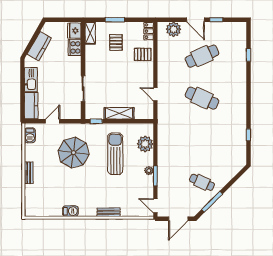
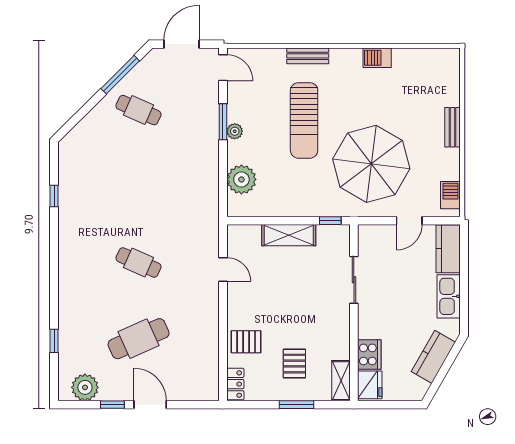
plant: (174, 29) -> (85, 387), moved
cafe table: (202, 98) -> (139, 262), width x0.73, depth x0.74
parasol: (74, 153) -> (371, 164), width x1.36, depth x1.36
sun lounger: (115, 154) -> (304, 120), moved

